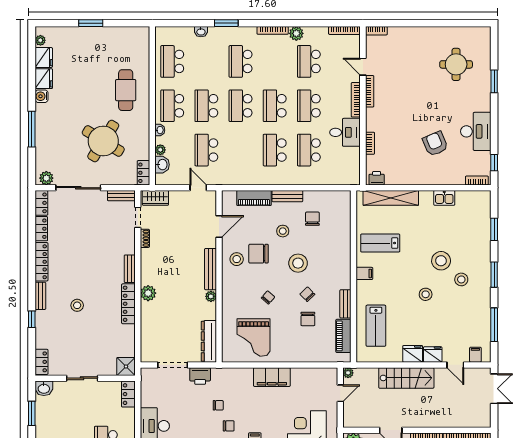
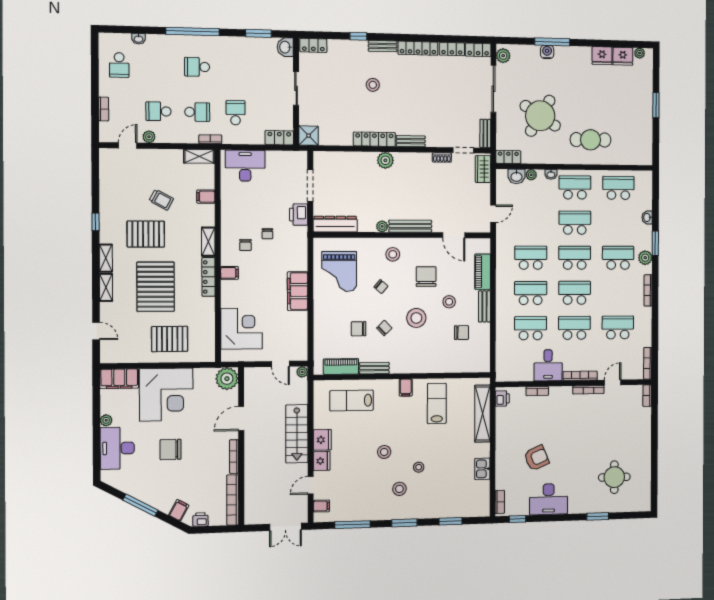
plant: (296, 33) -> (645, 258), moved
water cooler: (42, 96) -> (547, 52), moved
school desk: (206, 150) -> (531, 258), moved
stool: (237, 259) -> (393, 254), moved
stool: (441, 261) -> (419, 467), width x0.53, depth x0.53
grand piano: (254, 337) -> (339, 272), turned -90

